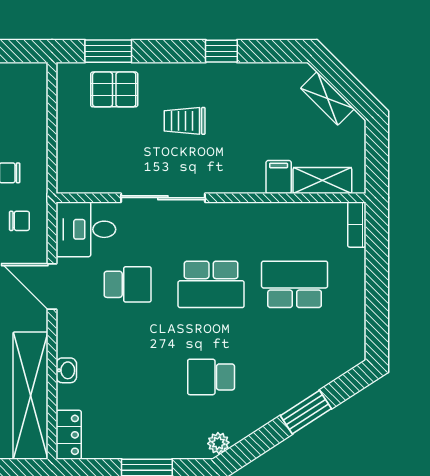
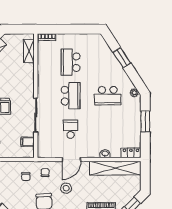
filing cabinet: (279, 177) -> (28, 142), moved
desk: (86, 229) -> (48, 146), removed
school desk: (211, 377) -> (108, 96), width x1.85

